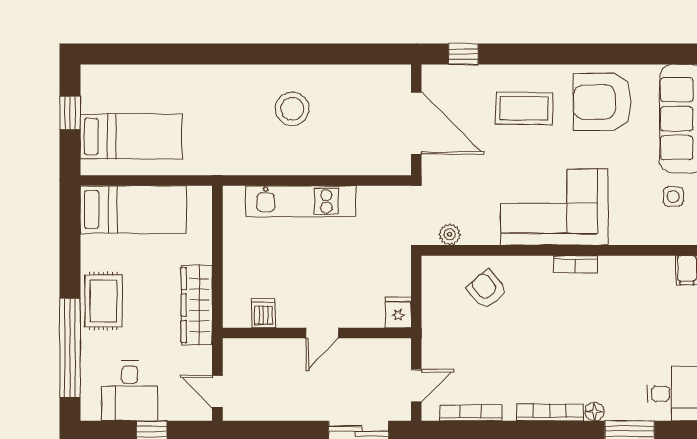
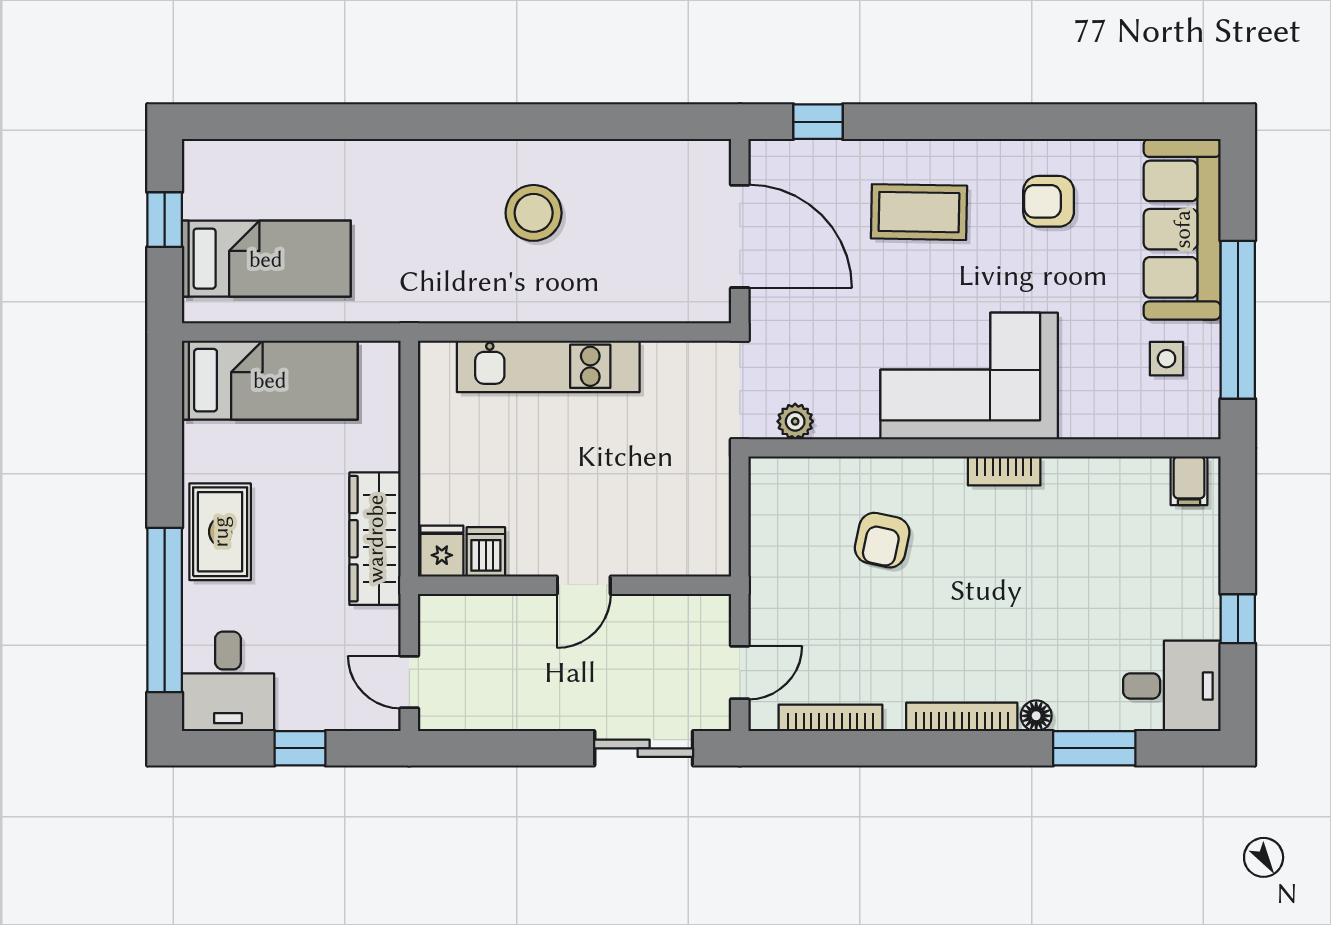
armchair: (602, 102) -> (1049, 201), width x0.53, depth x0.53
armchair: (487, 290) -> (882, 540), moved, turned -128
fridge: (398, 312) -> (442, 551), moved
desk: (130, 391) -> (228, 681), moved

